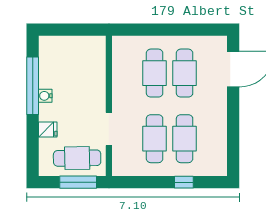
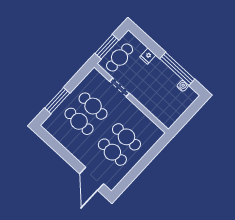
water cooler: (45, 96) -> (183, 86), moved
window: (184, 182) -> (57, 101), width x2.17

